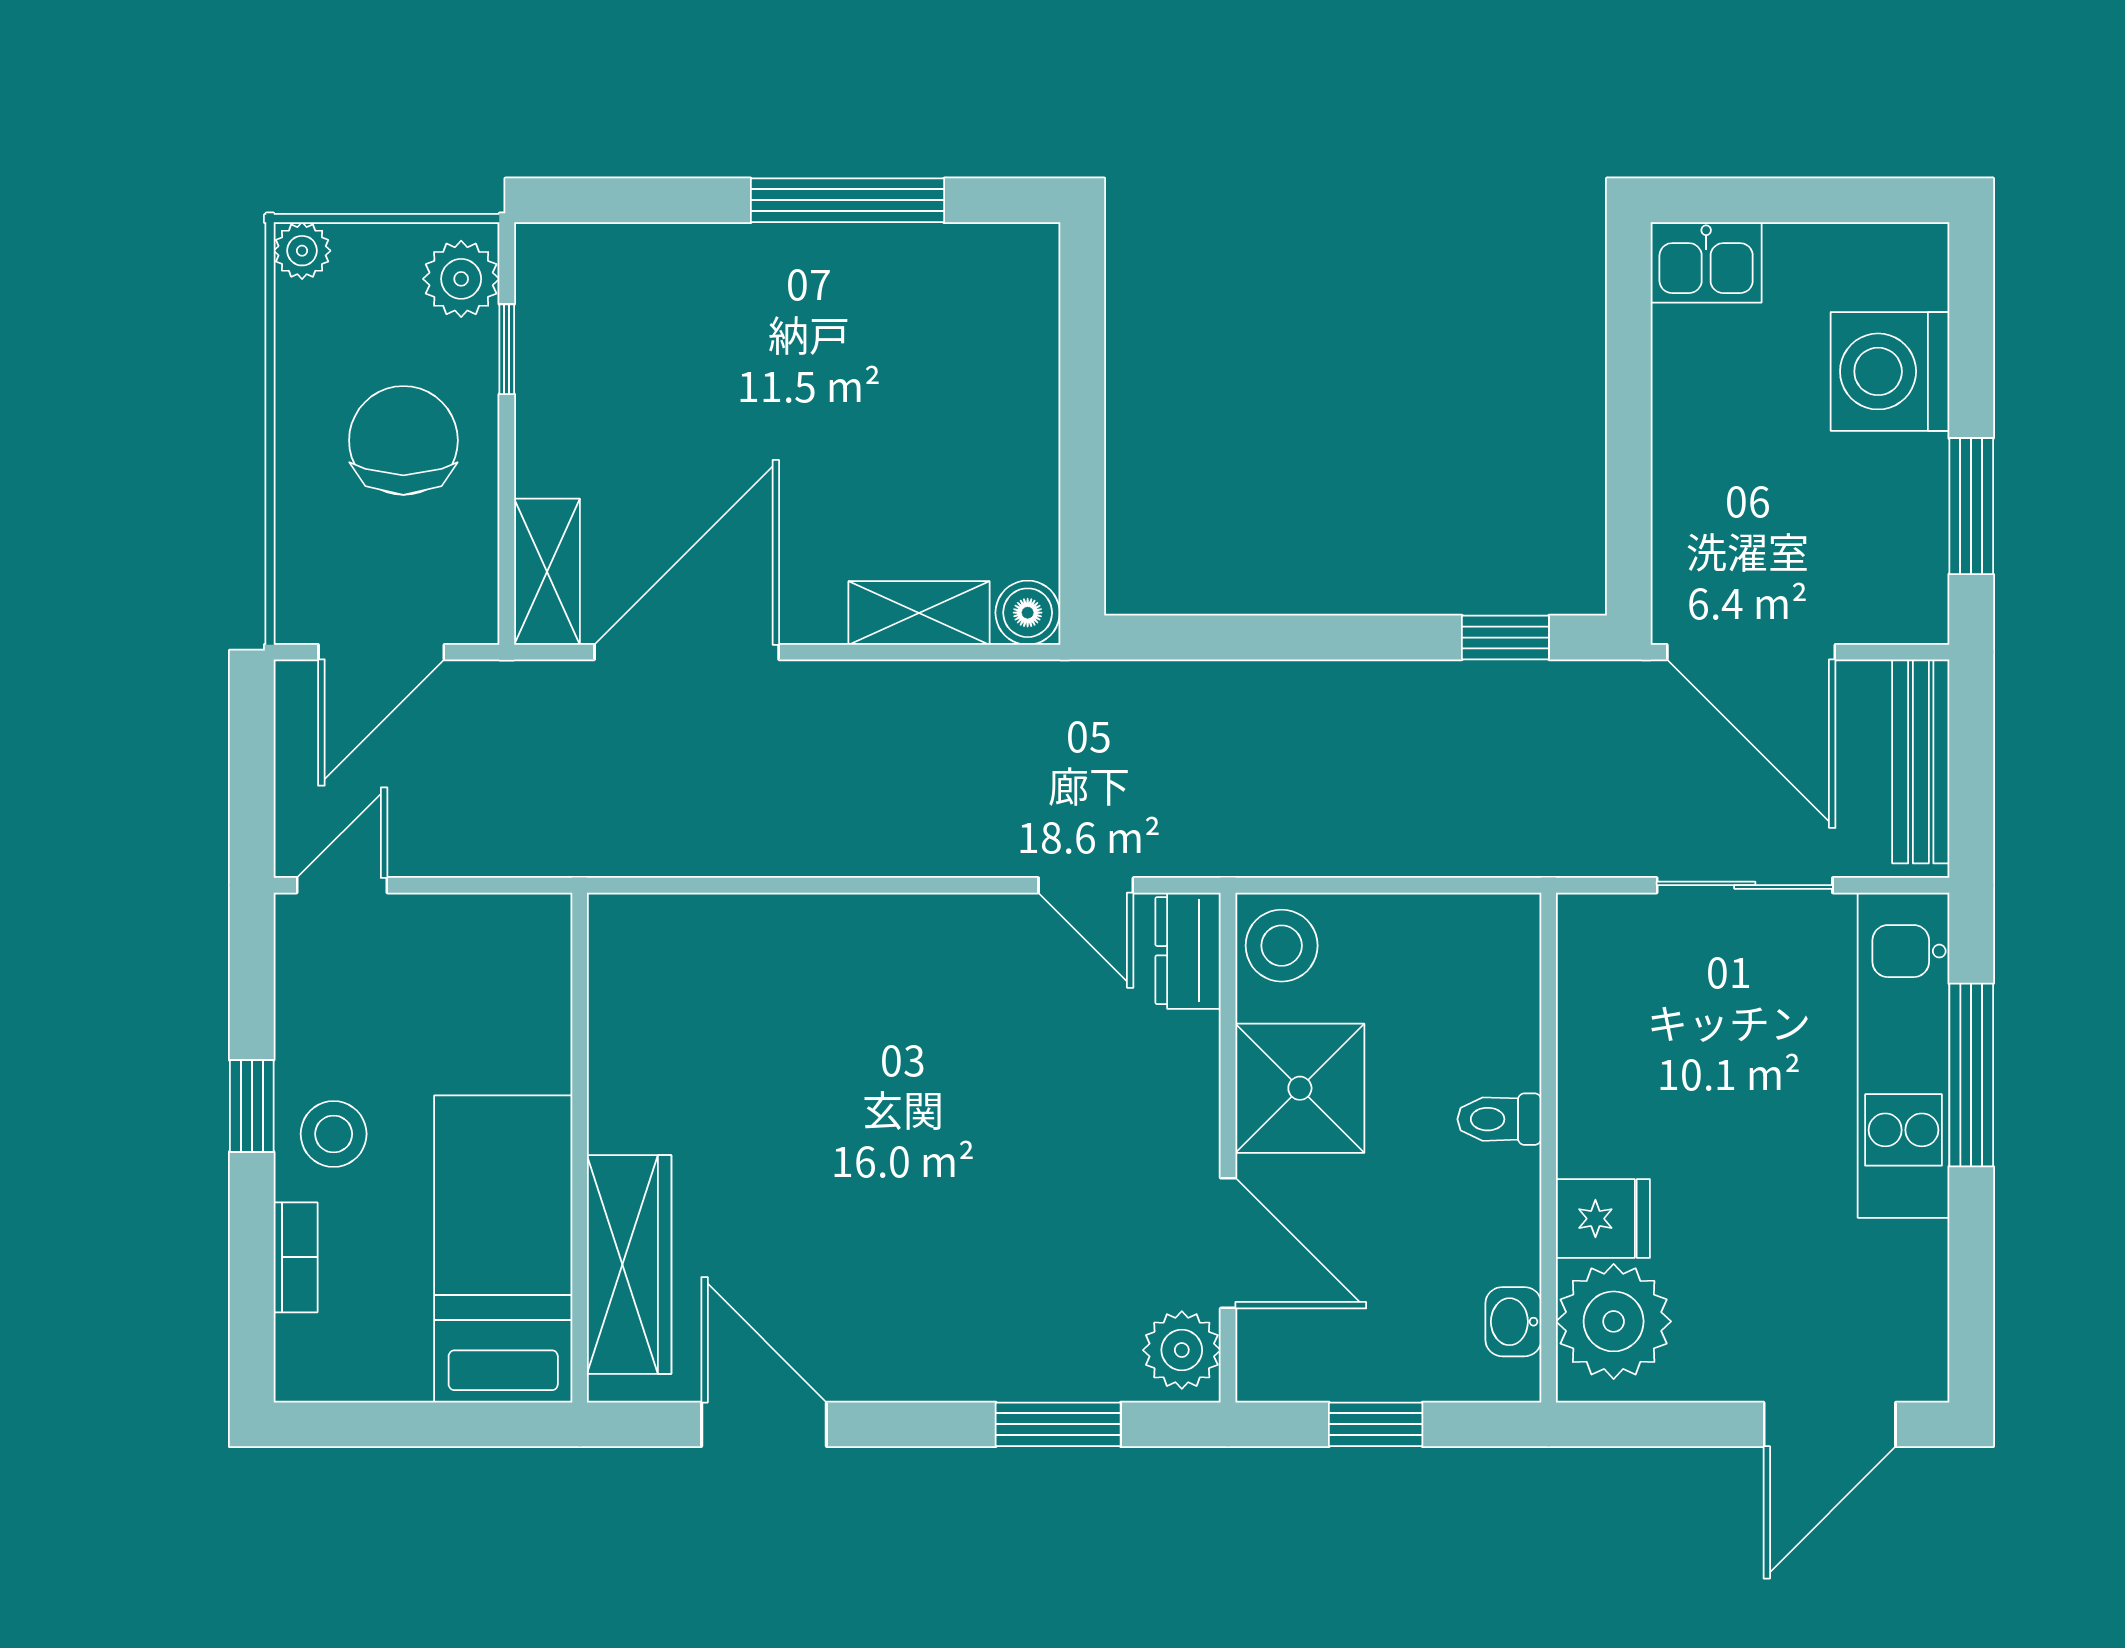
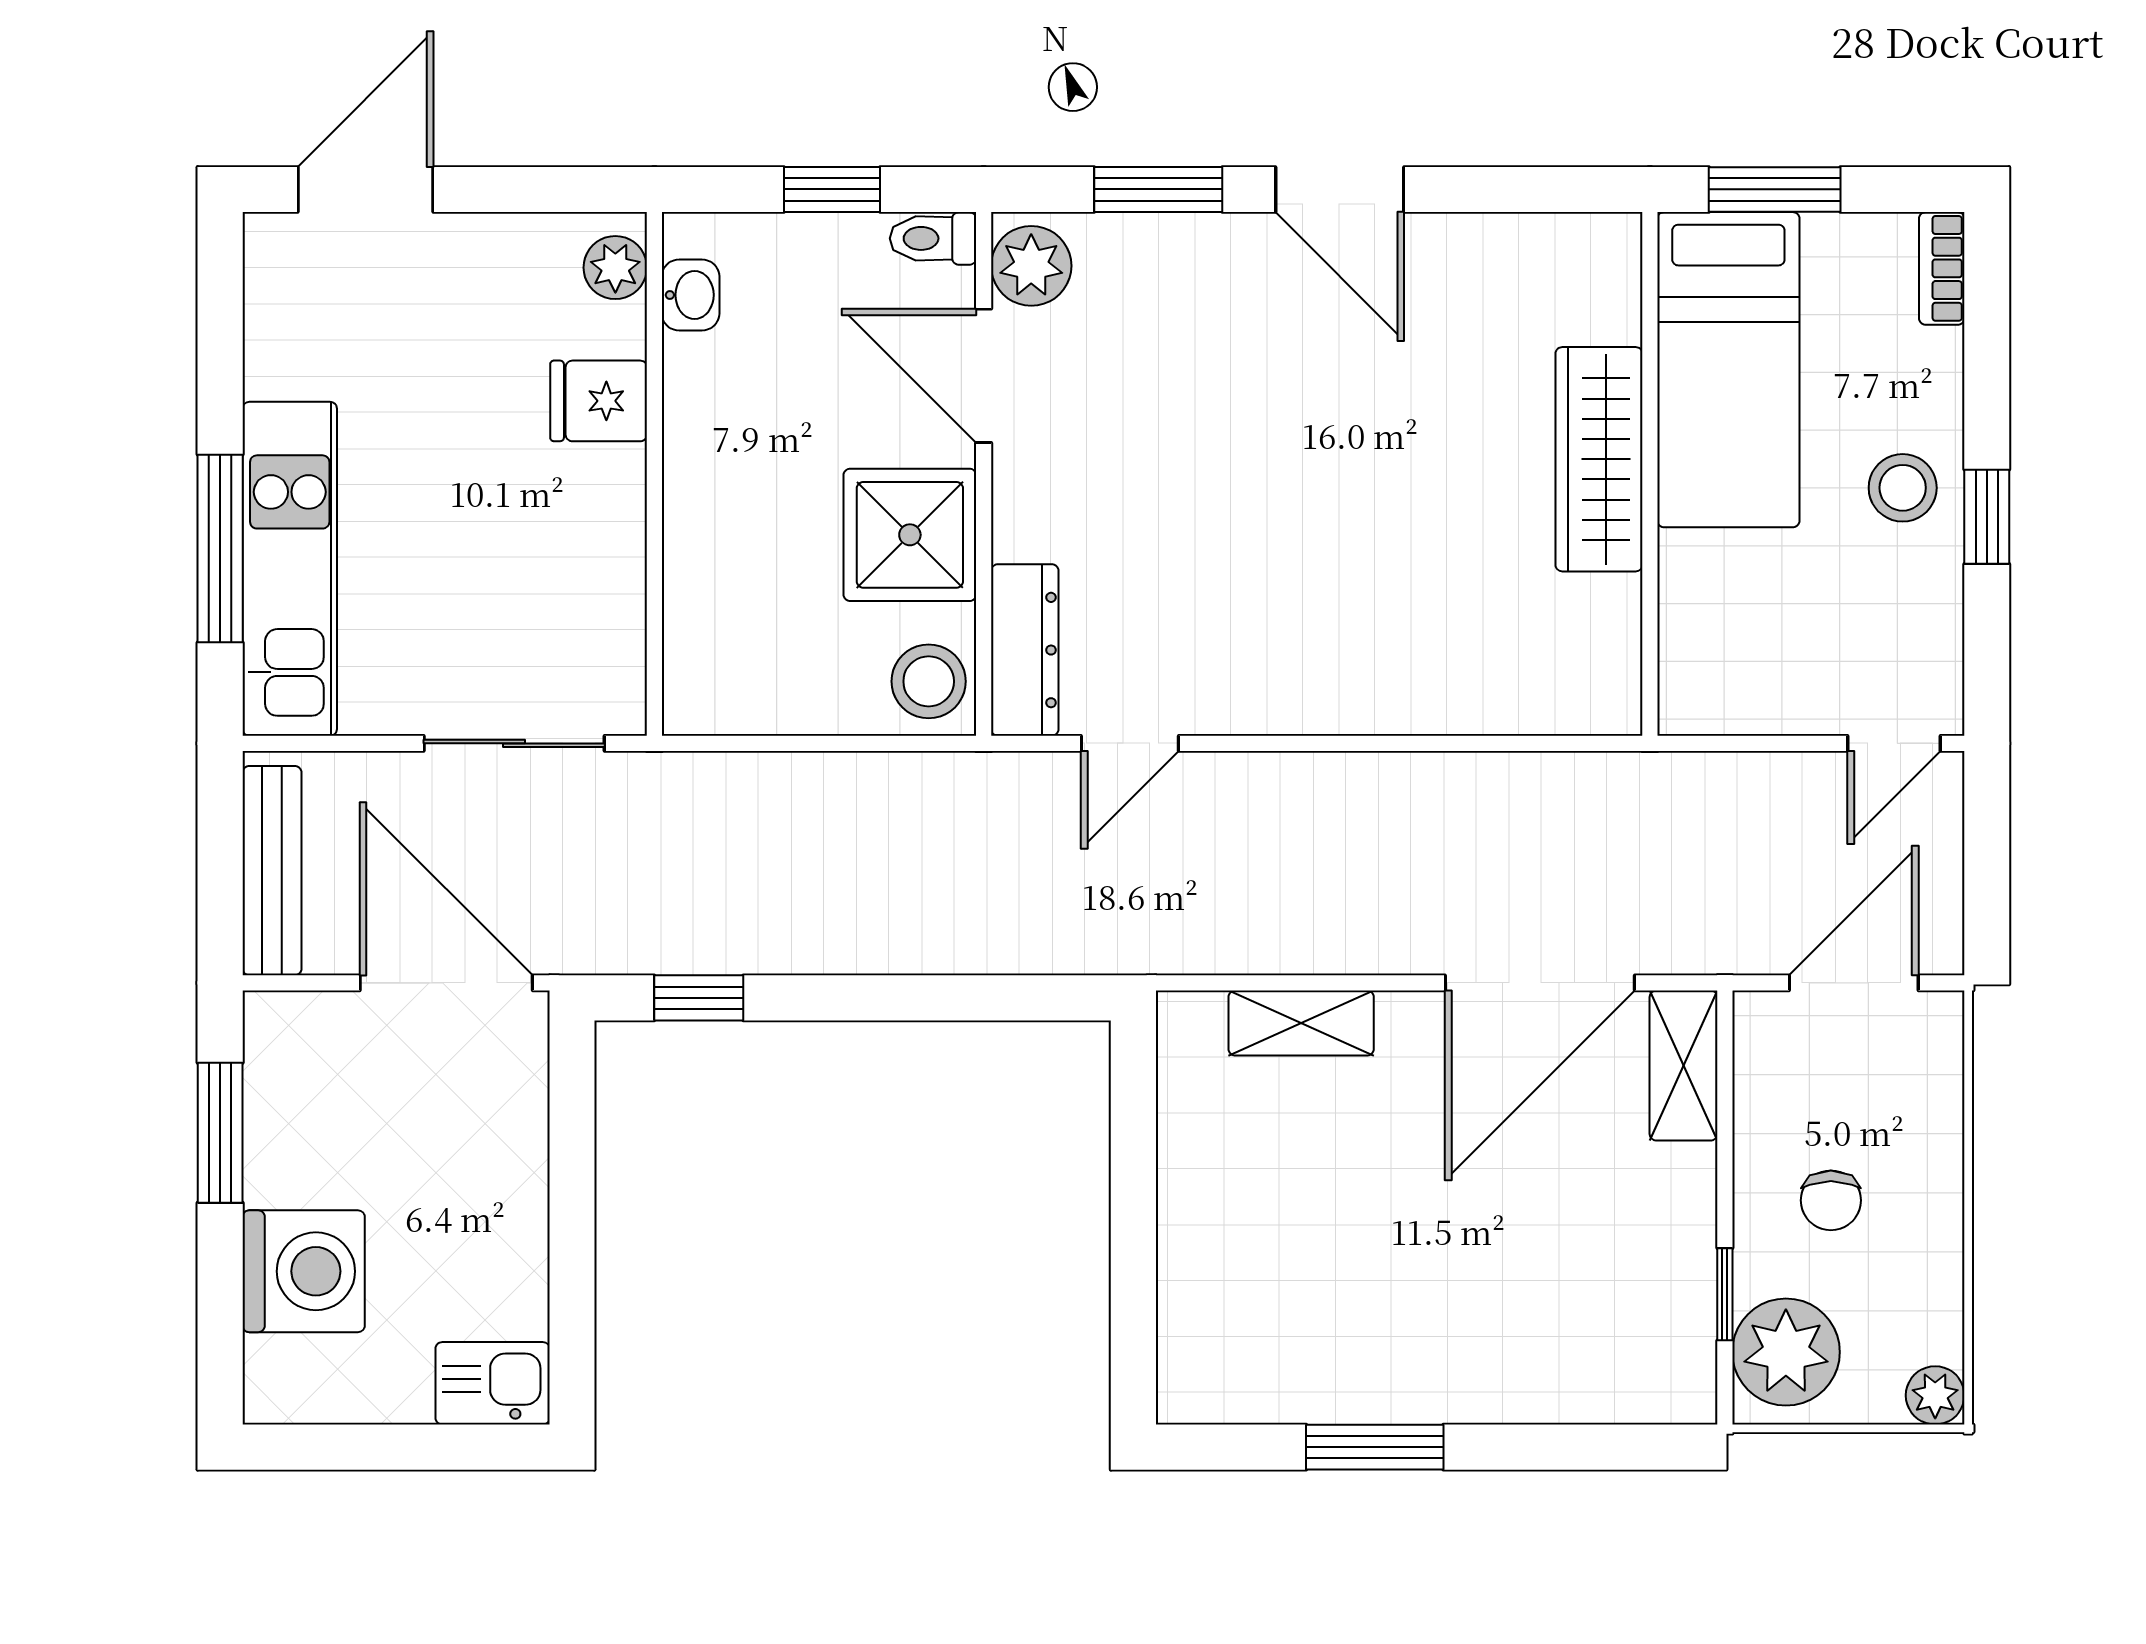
window: (847, 200) -> (1375, 1447), width x0.69
plant: (461, 279) -> (1786, 1352), width x1.36, depth x1.36
chair: (403, 440) -> (1831, 1200), width x0.54, depth x0.54
boiler: (1028, 613) -> (1190, 1023), removed
door: (1086, 885) -> (1130, 743), swing flipped
sliding door: (1745, 885) -> (514, 743), moved
dresser: (1188, 951) -> (1025, 650), width x1.44
toilet: (1499, 1119) -> (933, 238), moved, turned 180
bookcase: (296, 1257) -> (1942, 268), moved
wardrobe: (629, 1265) -> (1599, 459), moved
plant: (1614, 1321) -> (615, 268), width x0.53, depth x0.53
window: (458, 1424) -> (1775, 189), added
door: (764, 1424) -> (1340, 189), moved

